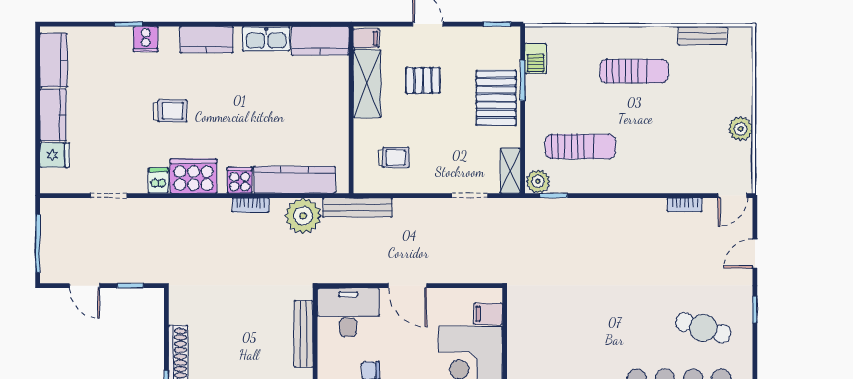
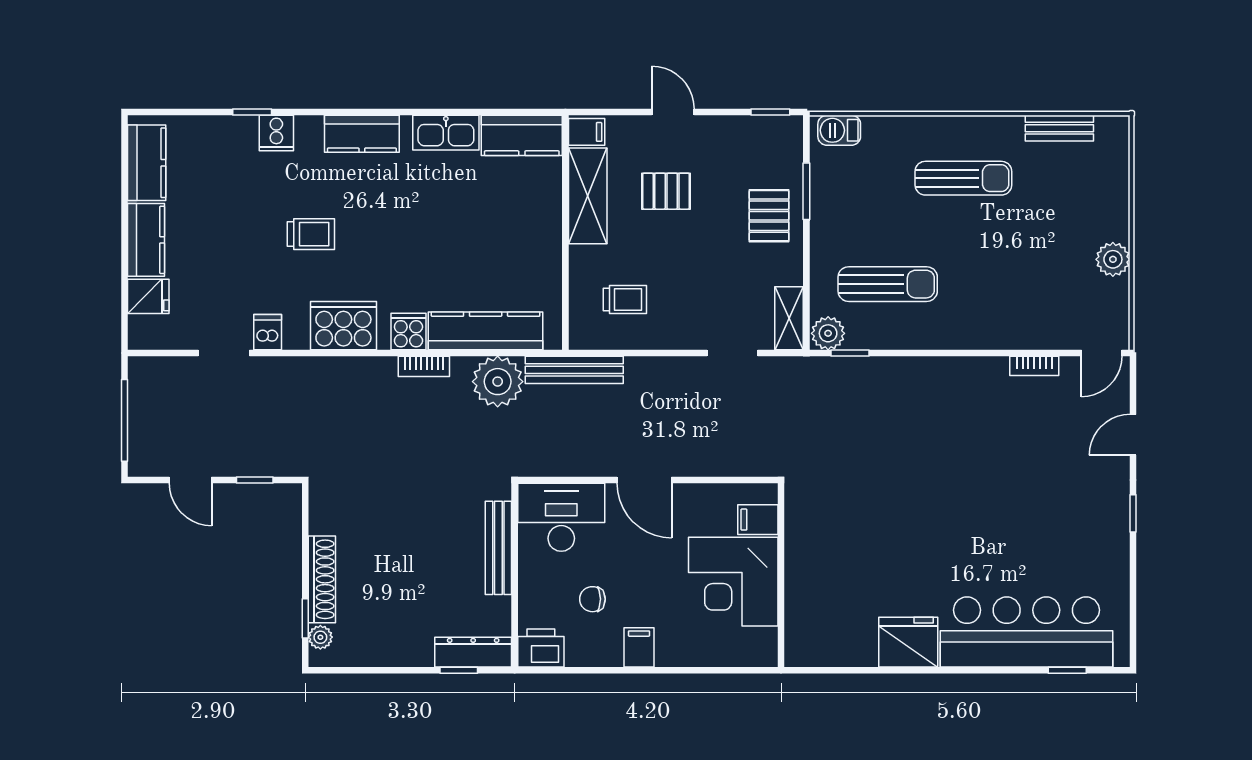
barbecue: (536, 58) -> (839, 130), moved, turned 90
pallet: (496, 98) -> (769, 216), width x0.67, depth x0.71
dishwasher: (158, 181) -> (268, 332), moved
cafe table: (703, 328) -> (1061, 539), removed

